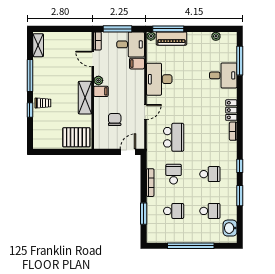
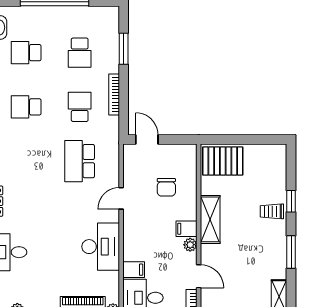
window: (30, 76) -> (291, 252), width x0.69
door: (128, 152) -> (147, 140), swing flipped
school desk: (174, 174) -> (80, 107), turned 180
school desk: (174, 211) -> (80, 53), turned -90

